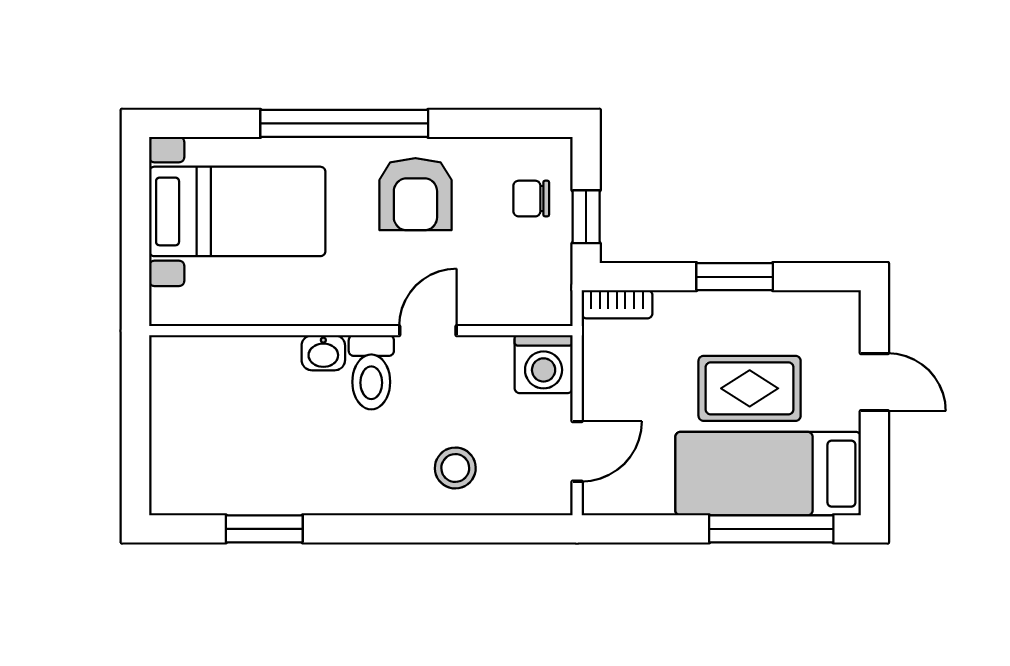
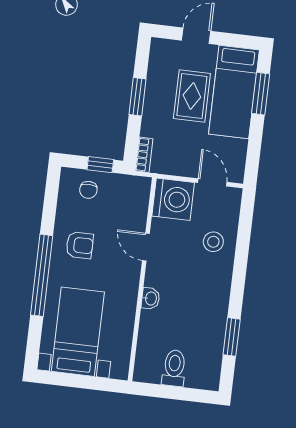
armchair: (415, 194) -> (80, 245), width x0.72, depth x0.72
washing machine: (544, 364) -> (173, 199), width x1.37, depth x1.37
toilet: (371, 372) -> (174, 368), moved, turned -90
window: (771, 529) -> (261, 94), width x0.69

